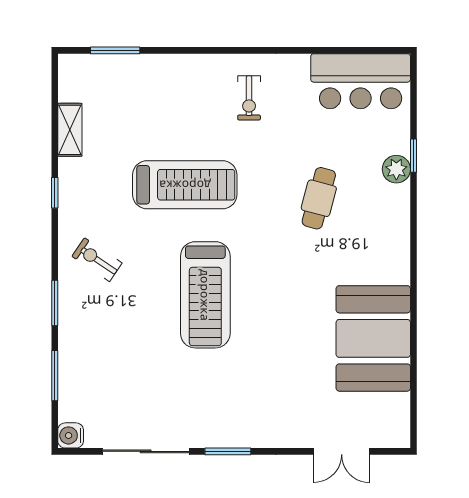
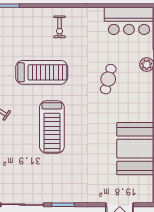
exercise bike: (249, 98) -> (60, 27), moved

